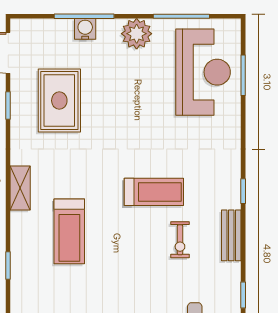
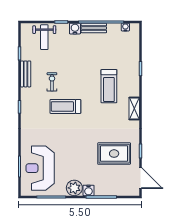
water cooler: (85, 29) -> (88, 190), moved
rug: (59, 101) -> (114, 154), turned 90
treadmill: (69, 231) -> (109, 86), turned 180
bench: (231, 235) -> (26, 74), moved

